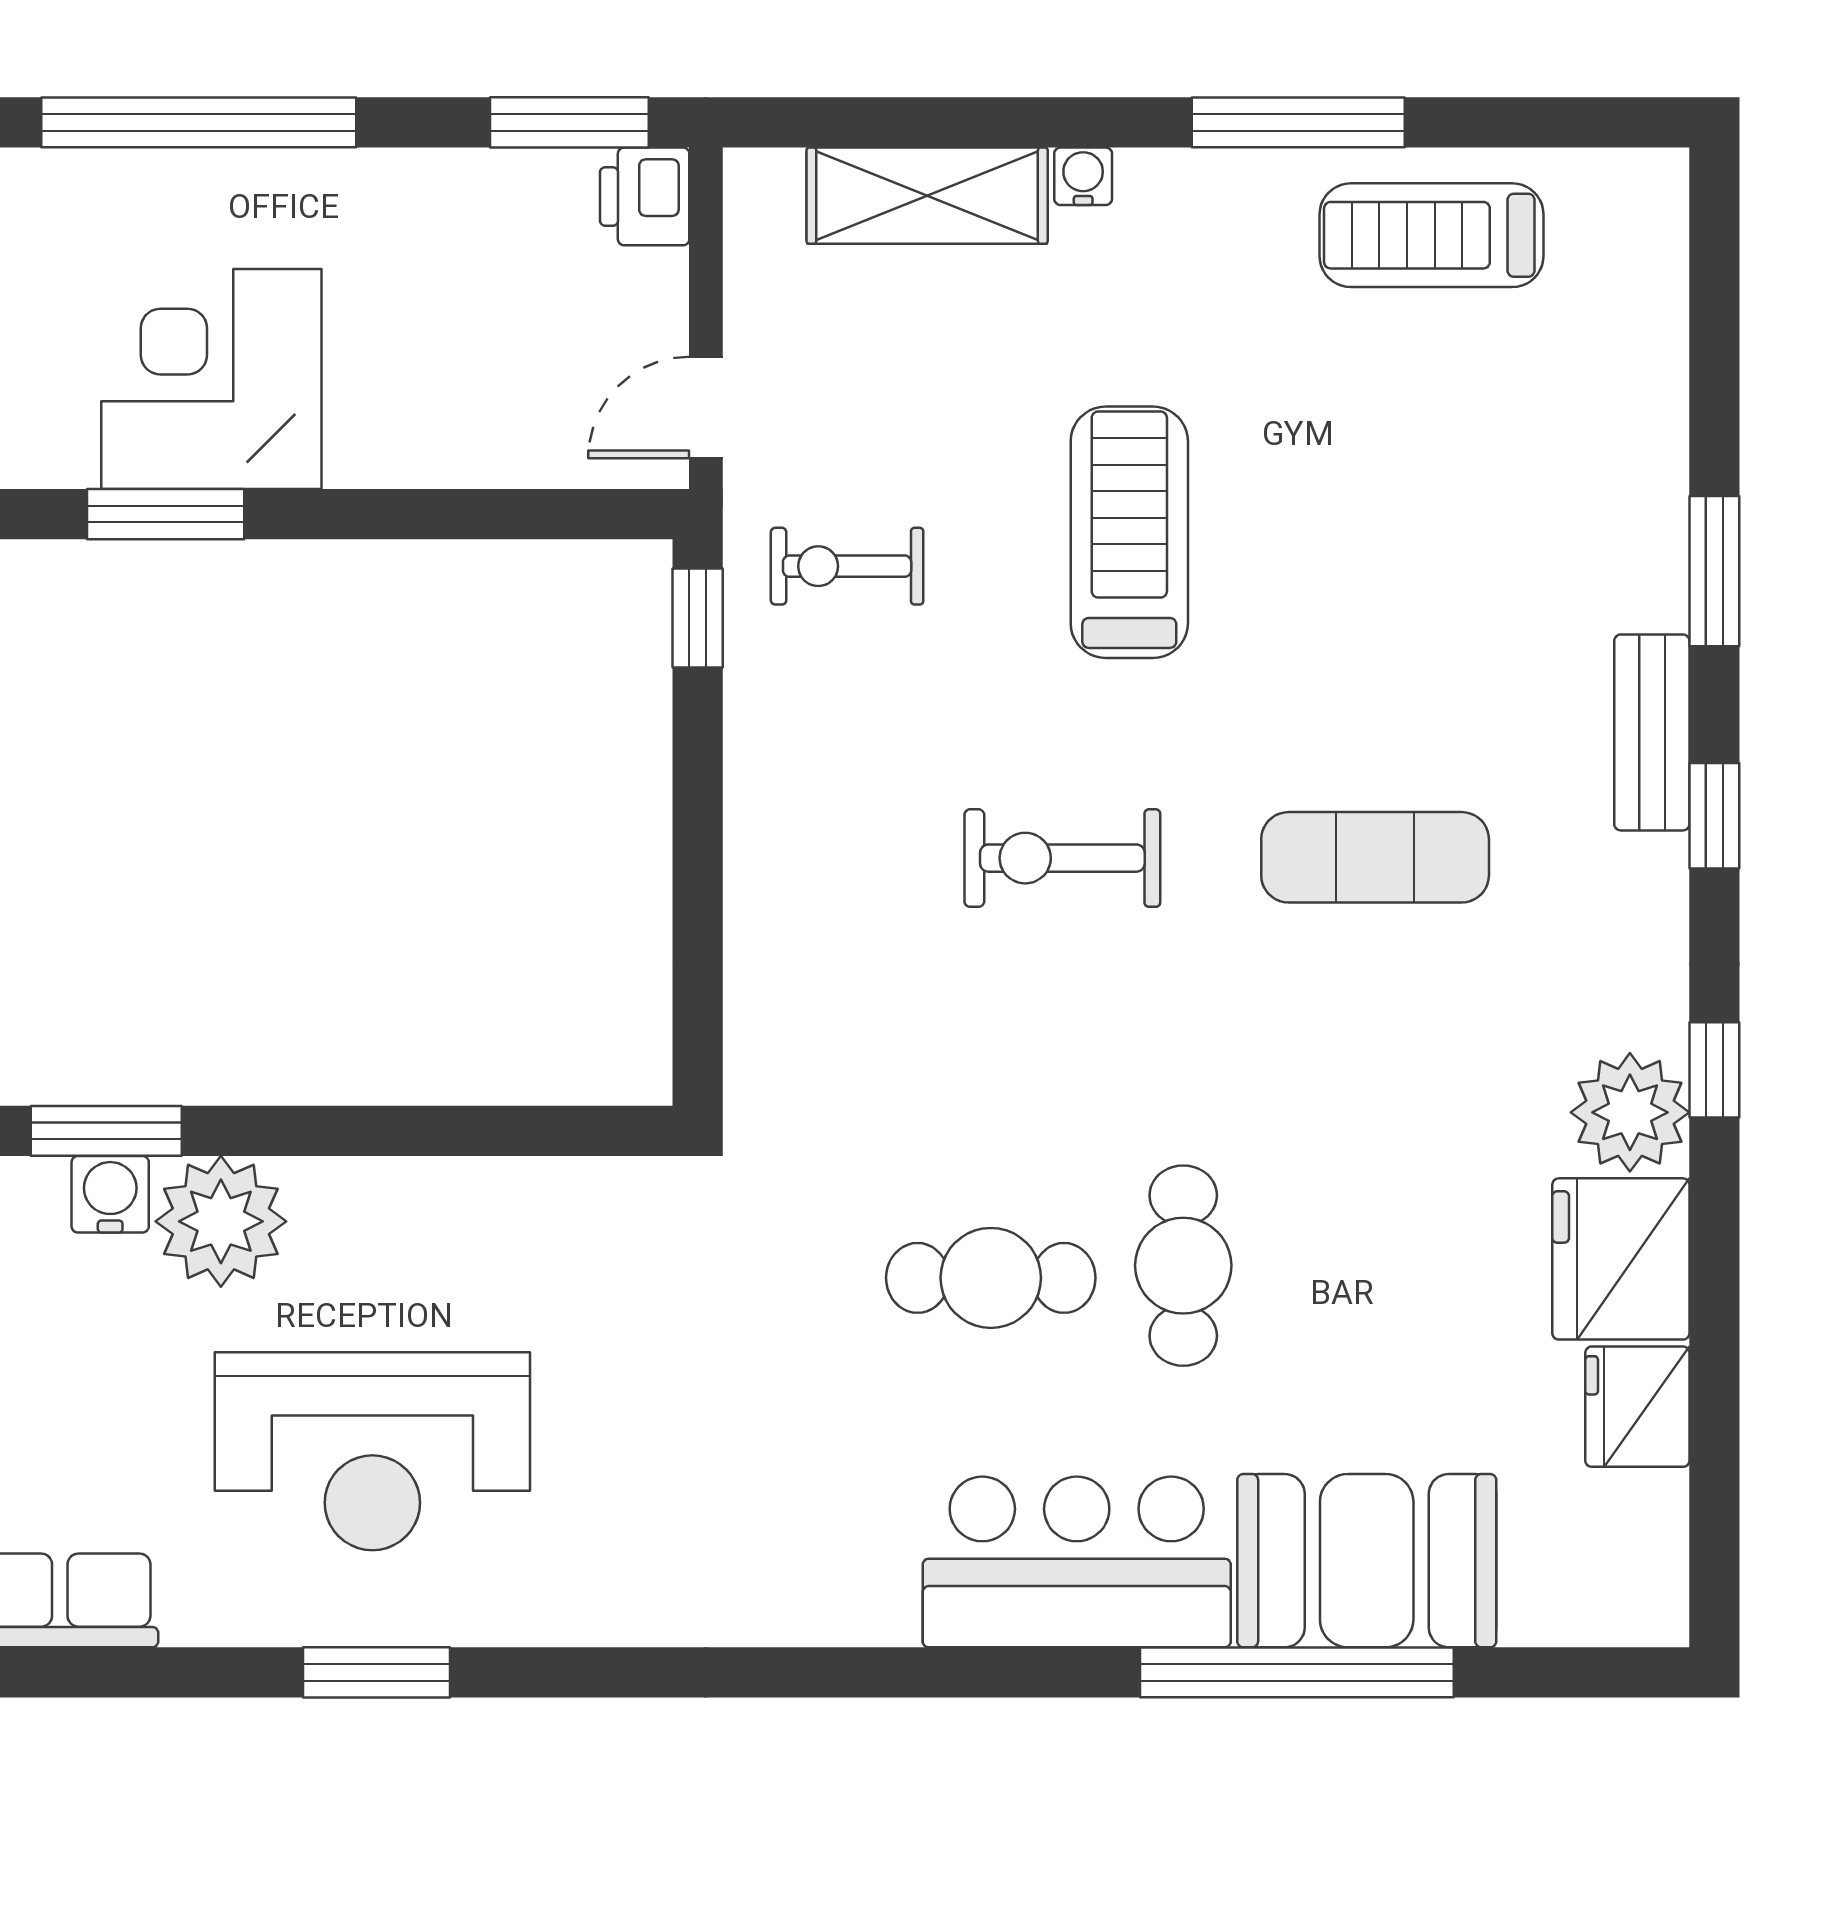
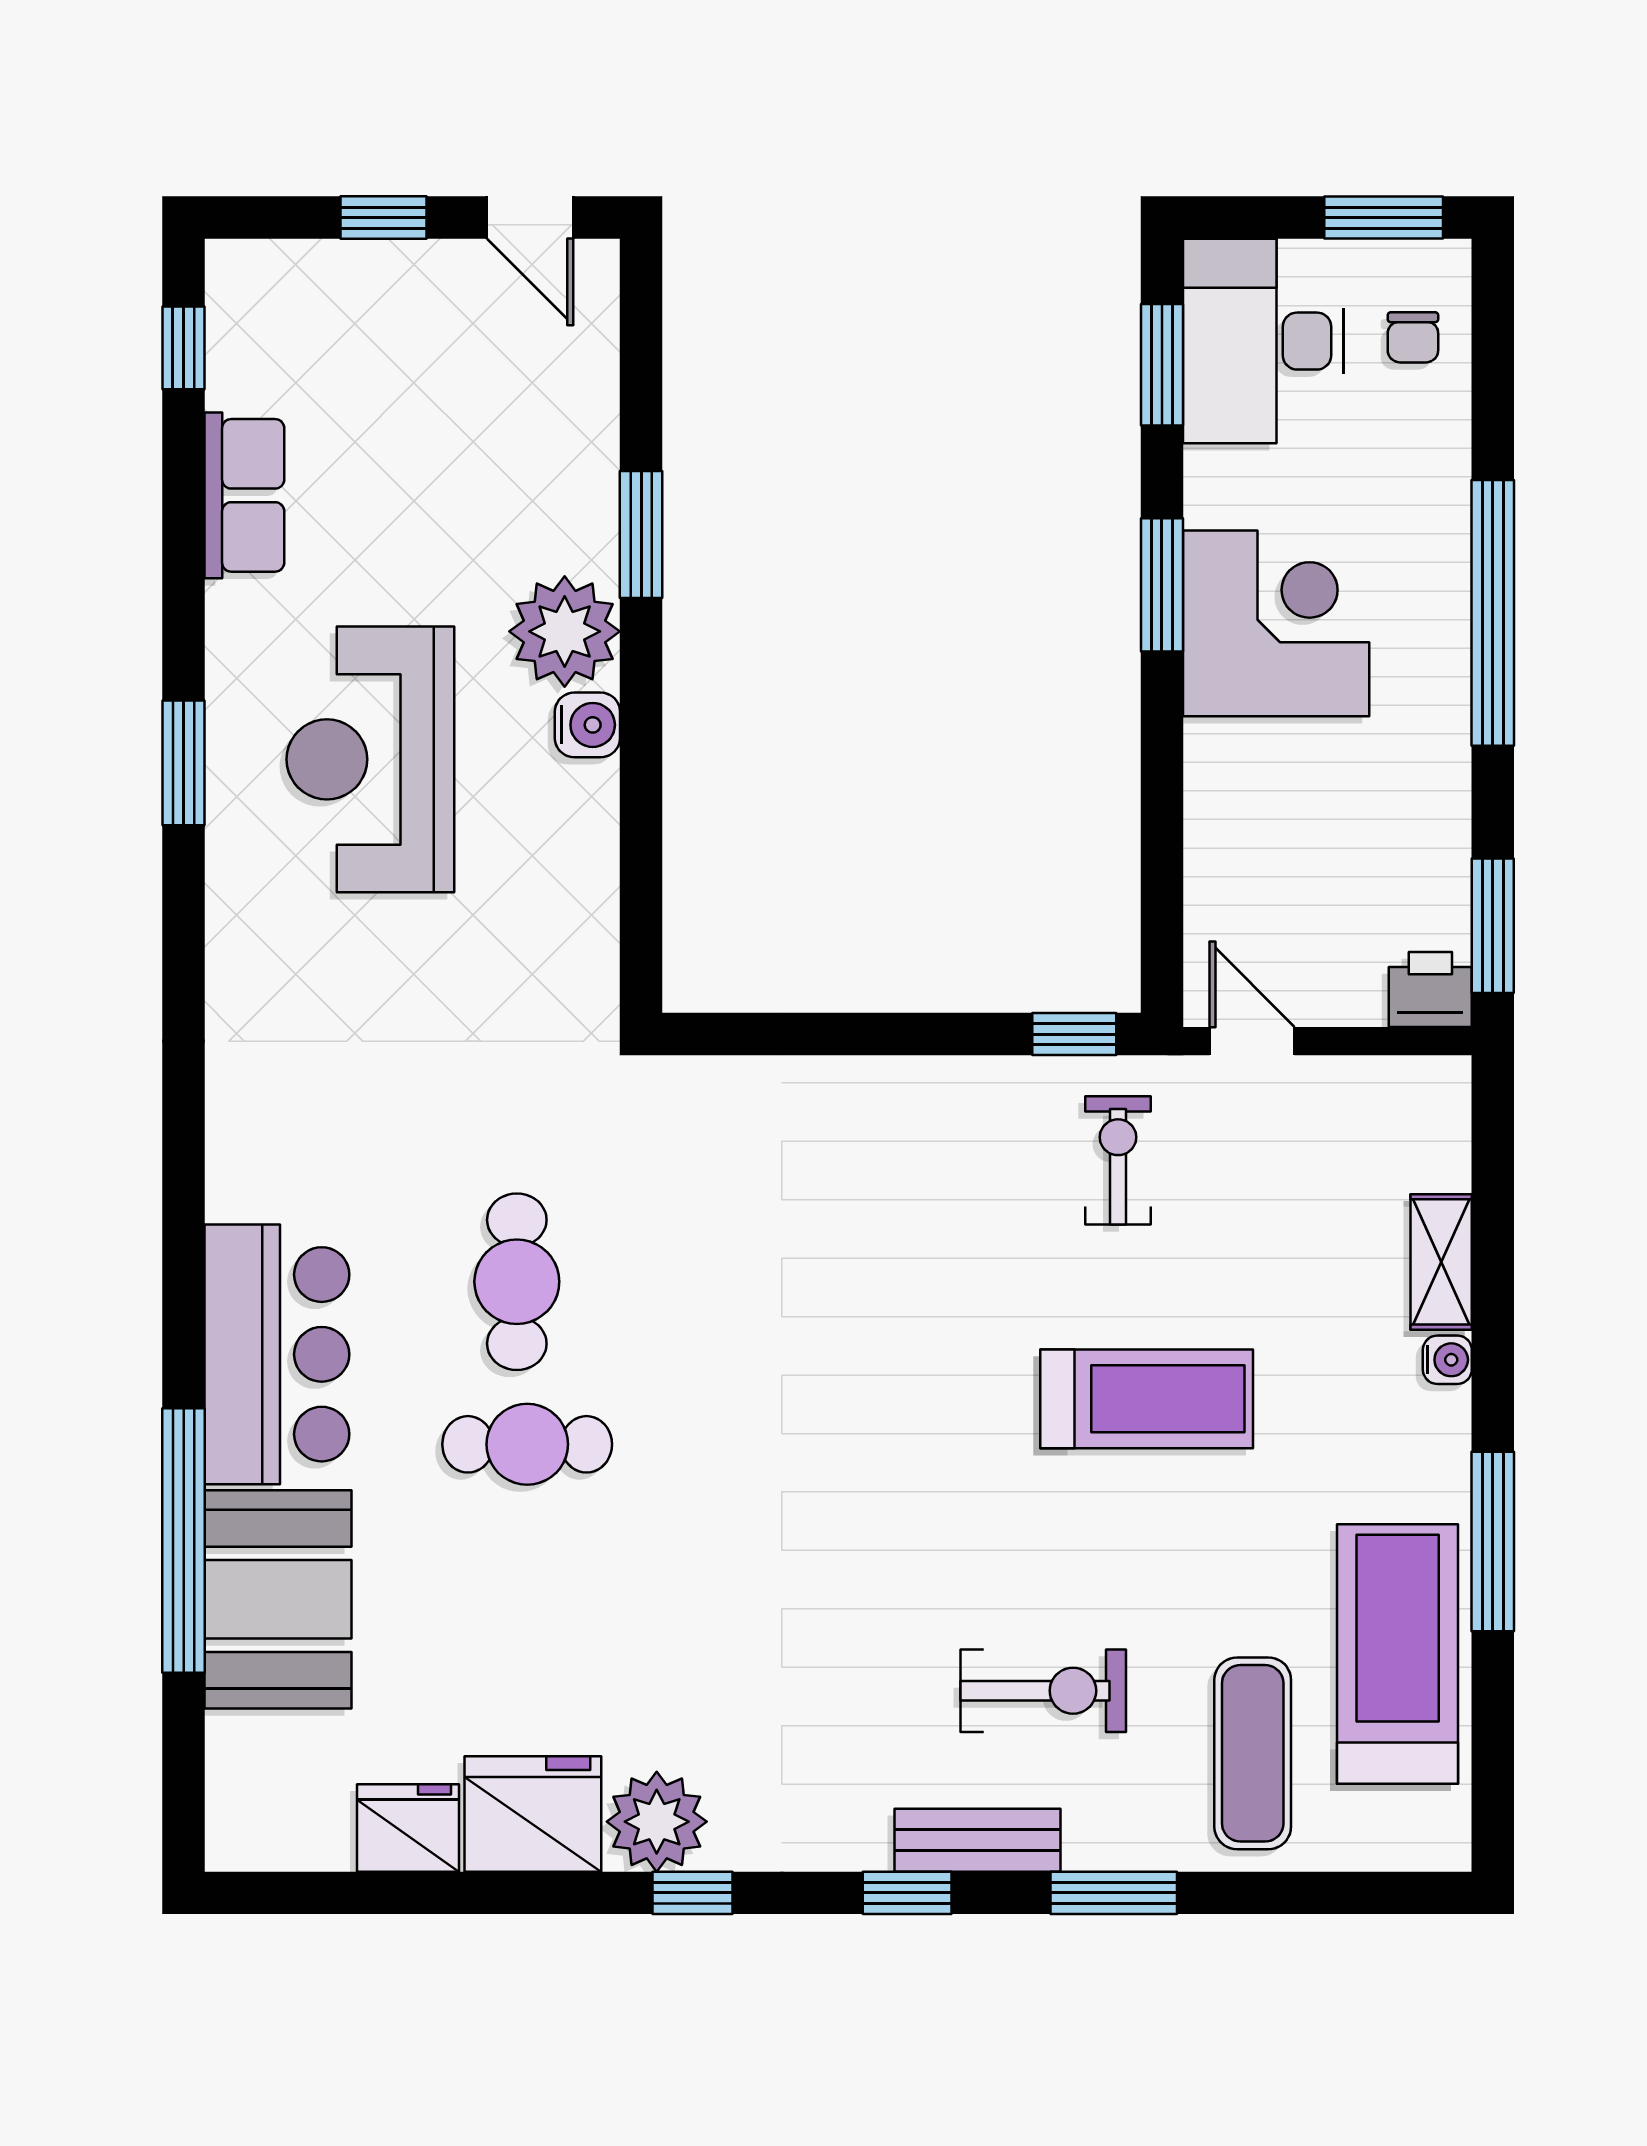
shelving: (927, 196) -> (1441, 1262), width x0.67, depth x0.75
treadmill: (1432, 235) -> (1398, 1654), width x1.37, depth x1.38
exercise mat: (1375, 857) -> (1253, 1753), moved
exercise bike: (1062, 858) -> (1043, 1691), moved, turned 90
water cooler: (110, 1194) -> (587, 725), moved

